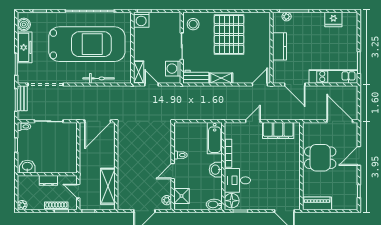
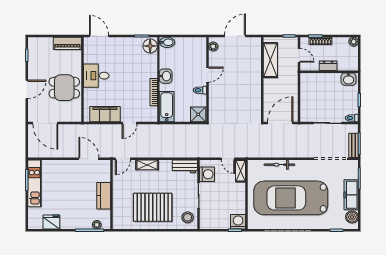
pallet: (229, 34) -> (153, 207), turned 90
kitchen unit: (333, 77) -> (34, 183), moved, turned -90
shelving: (221, 78) -> (147, 165), moved
desk: (237, 180) -> (96, 76), moved, turned 180
shower: (181, 196) -> (198, 114), moved

